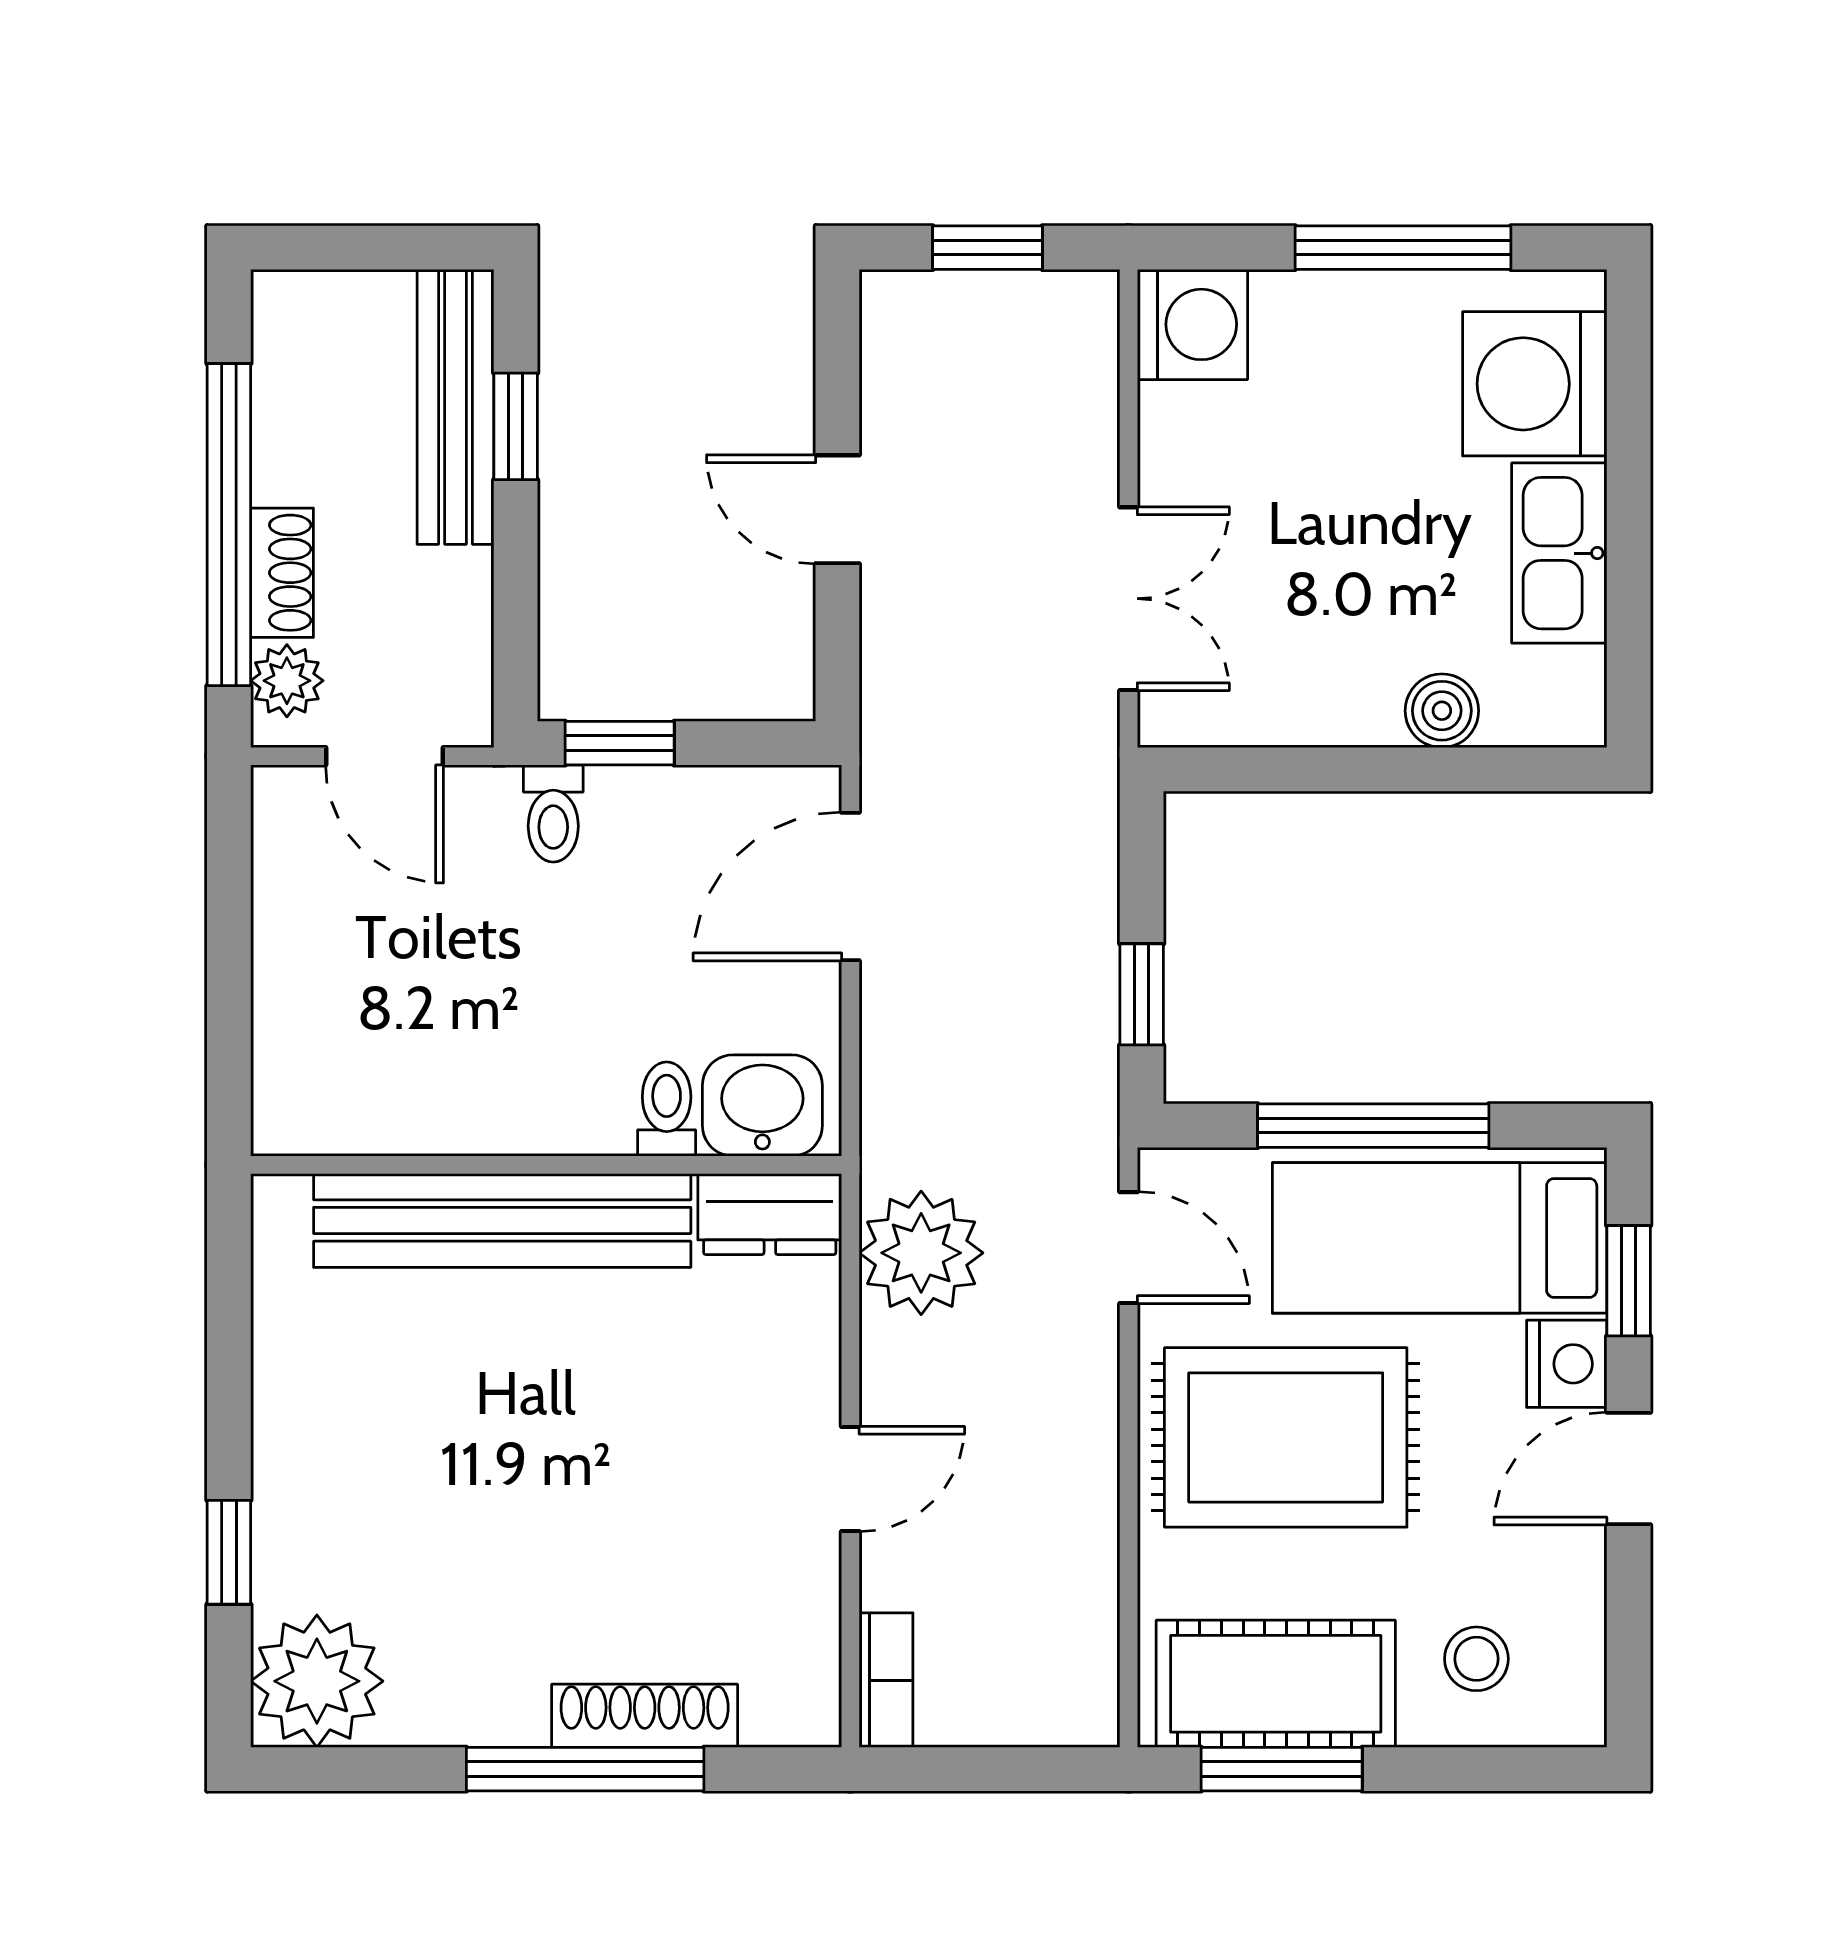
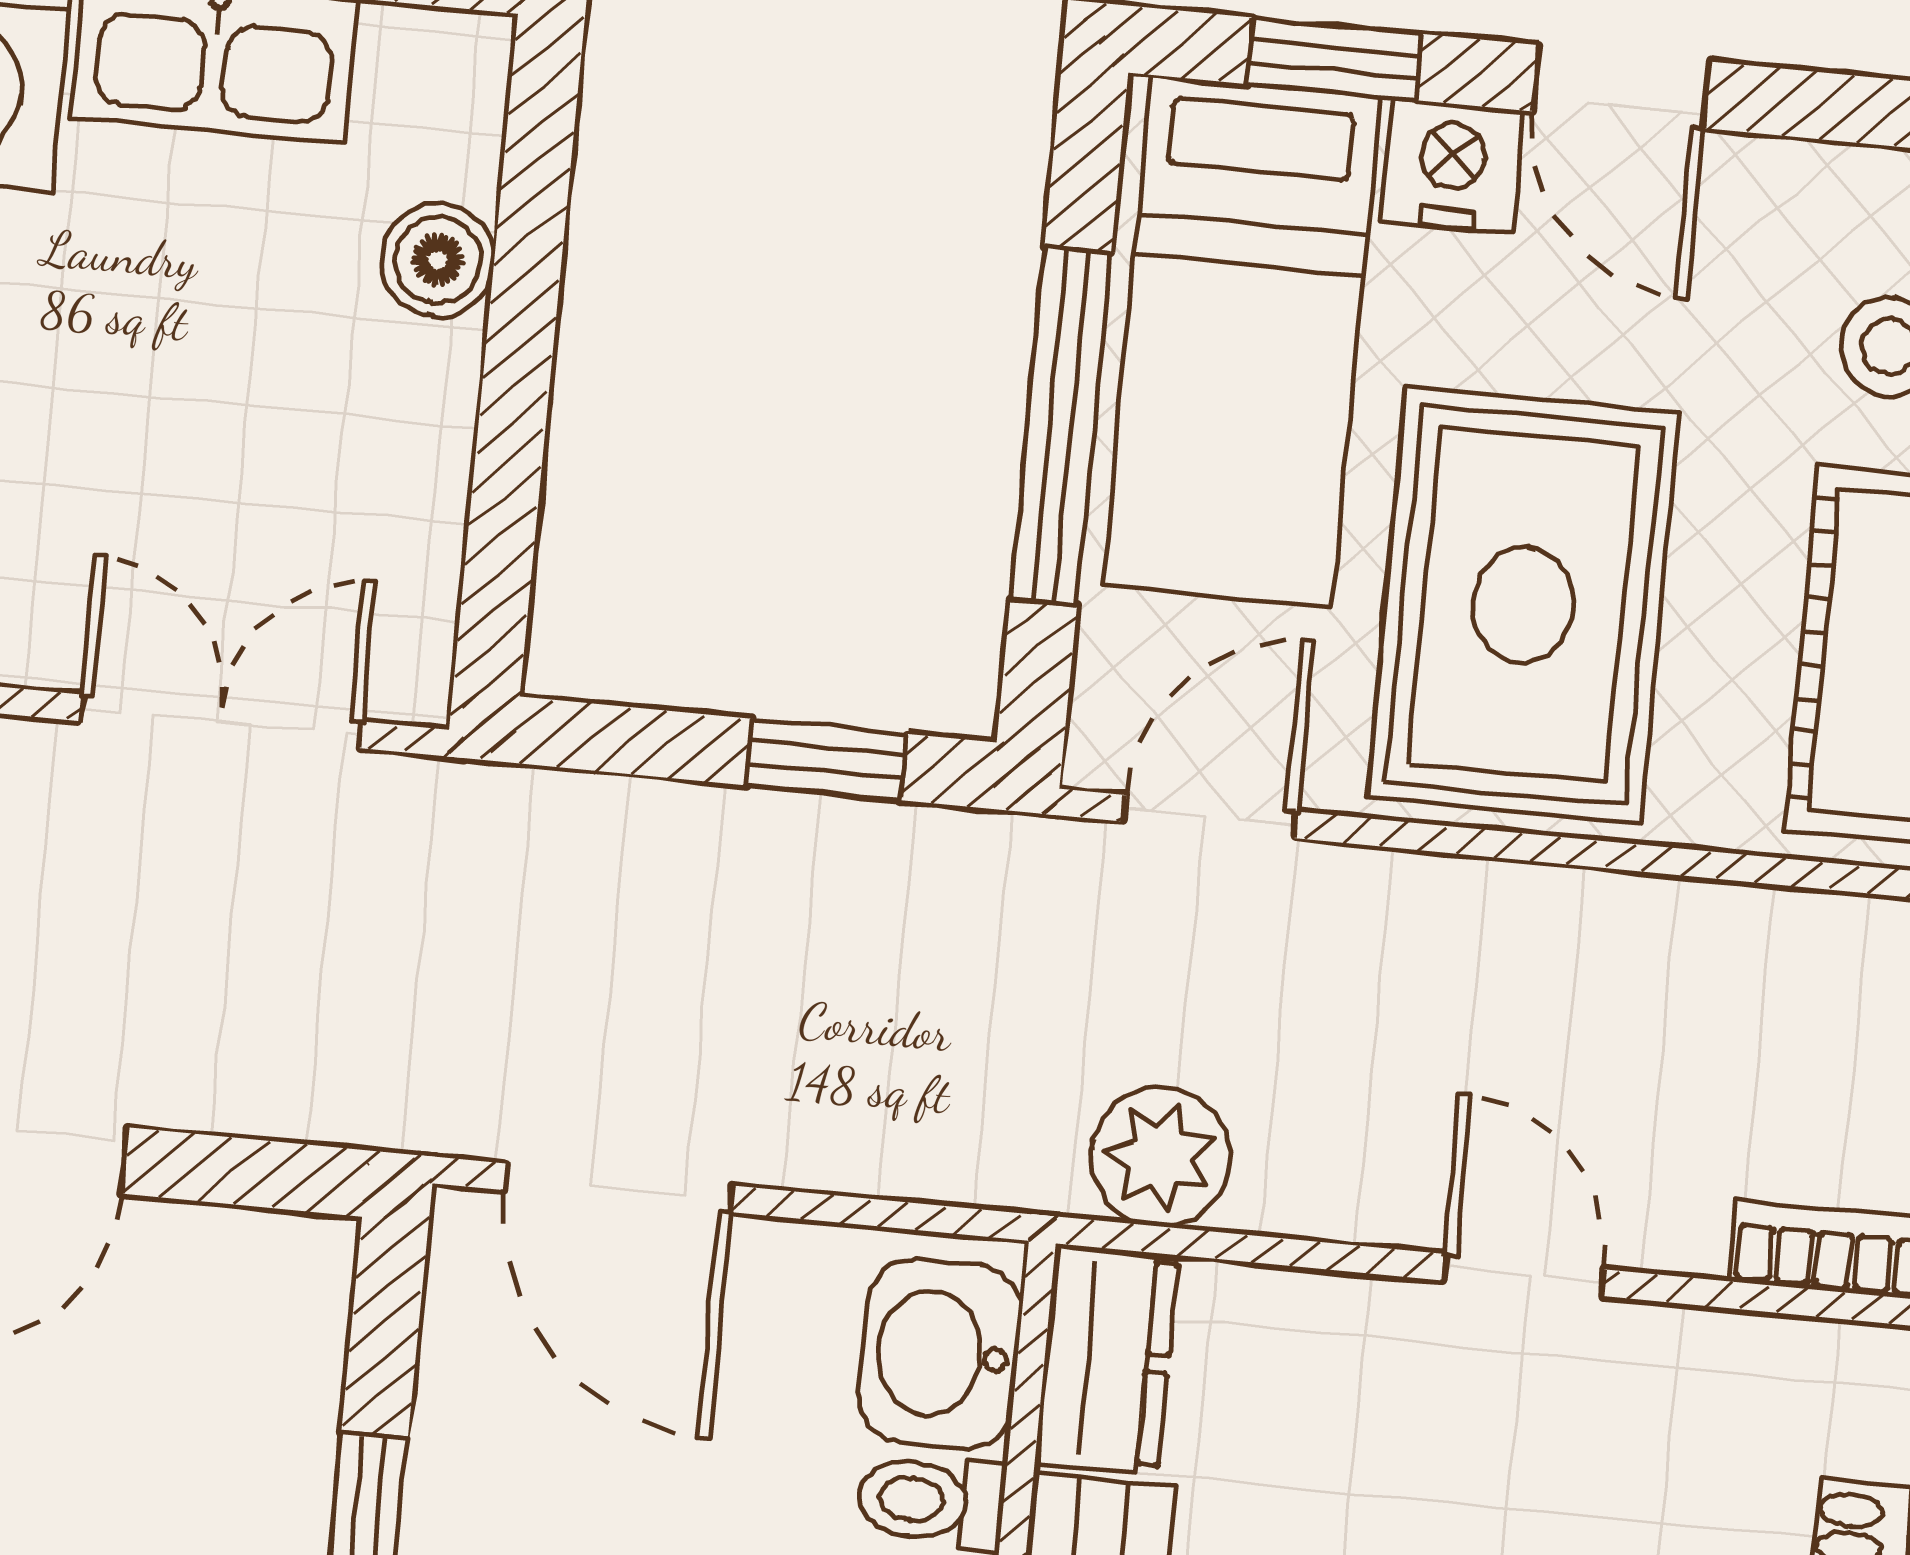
plant: (921, 1253) -> (1161, 1157), width x0.73, depth x0.73

